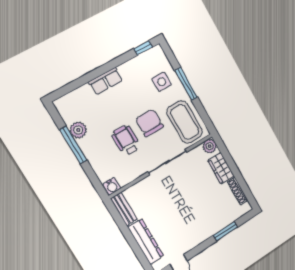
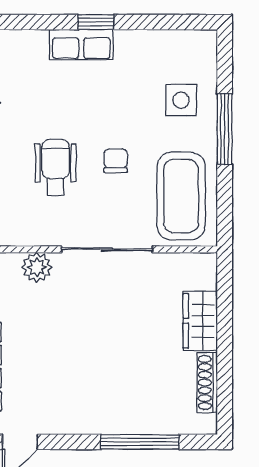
window: (143, 48) -> (96, 22), moved
chair: (149, 123) -> (116, 161), width x0.54, depth x0.54
plant: (210, 146) -> (37, 267), moved
window: (225, 231) -> (140, 442), width x1.44

